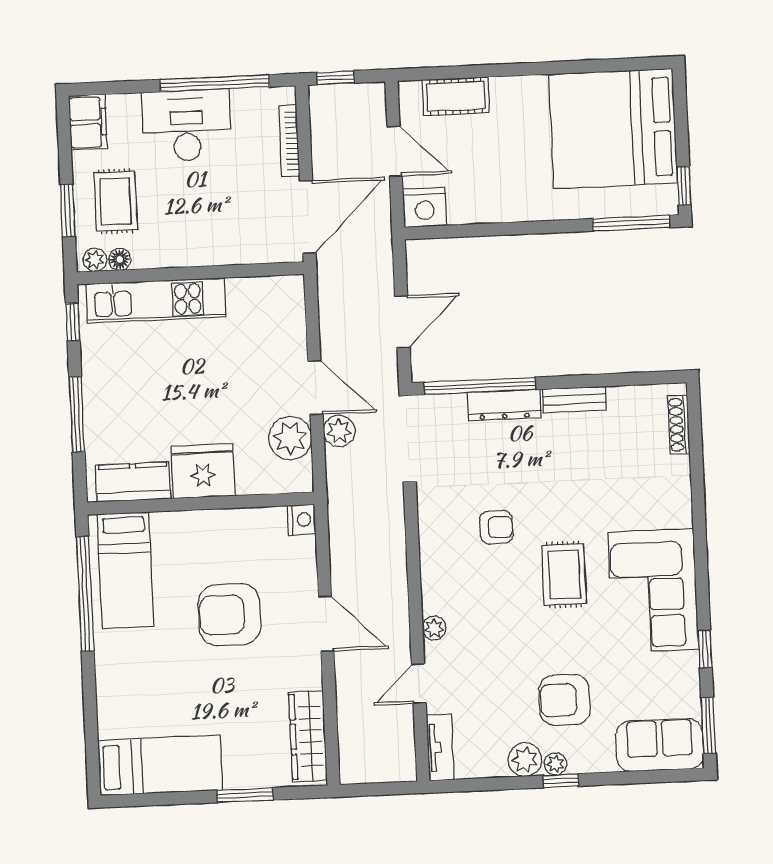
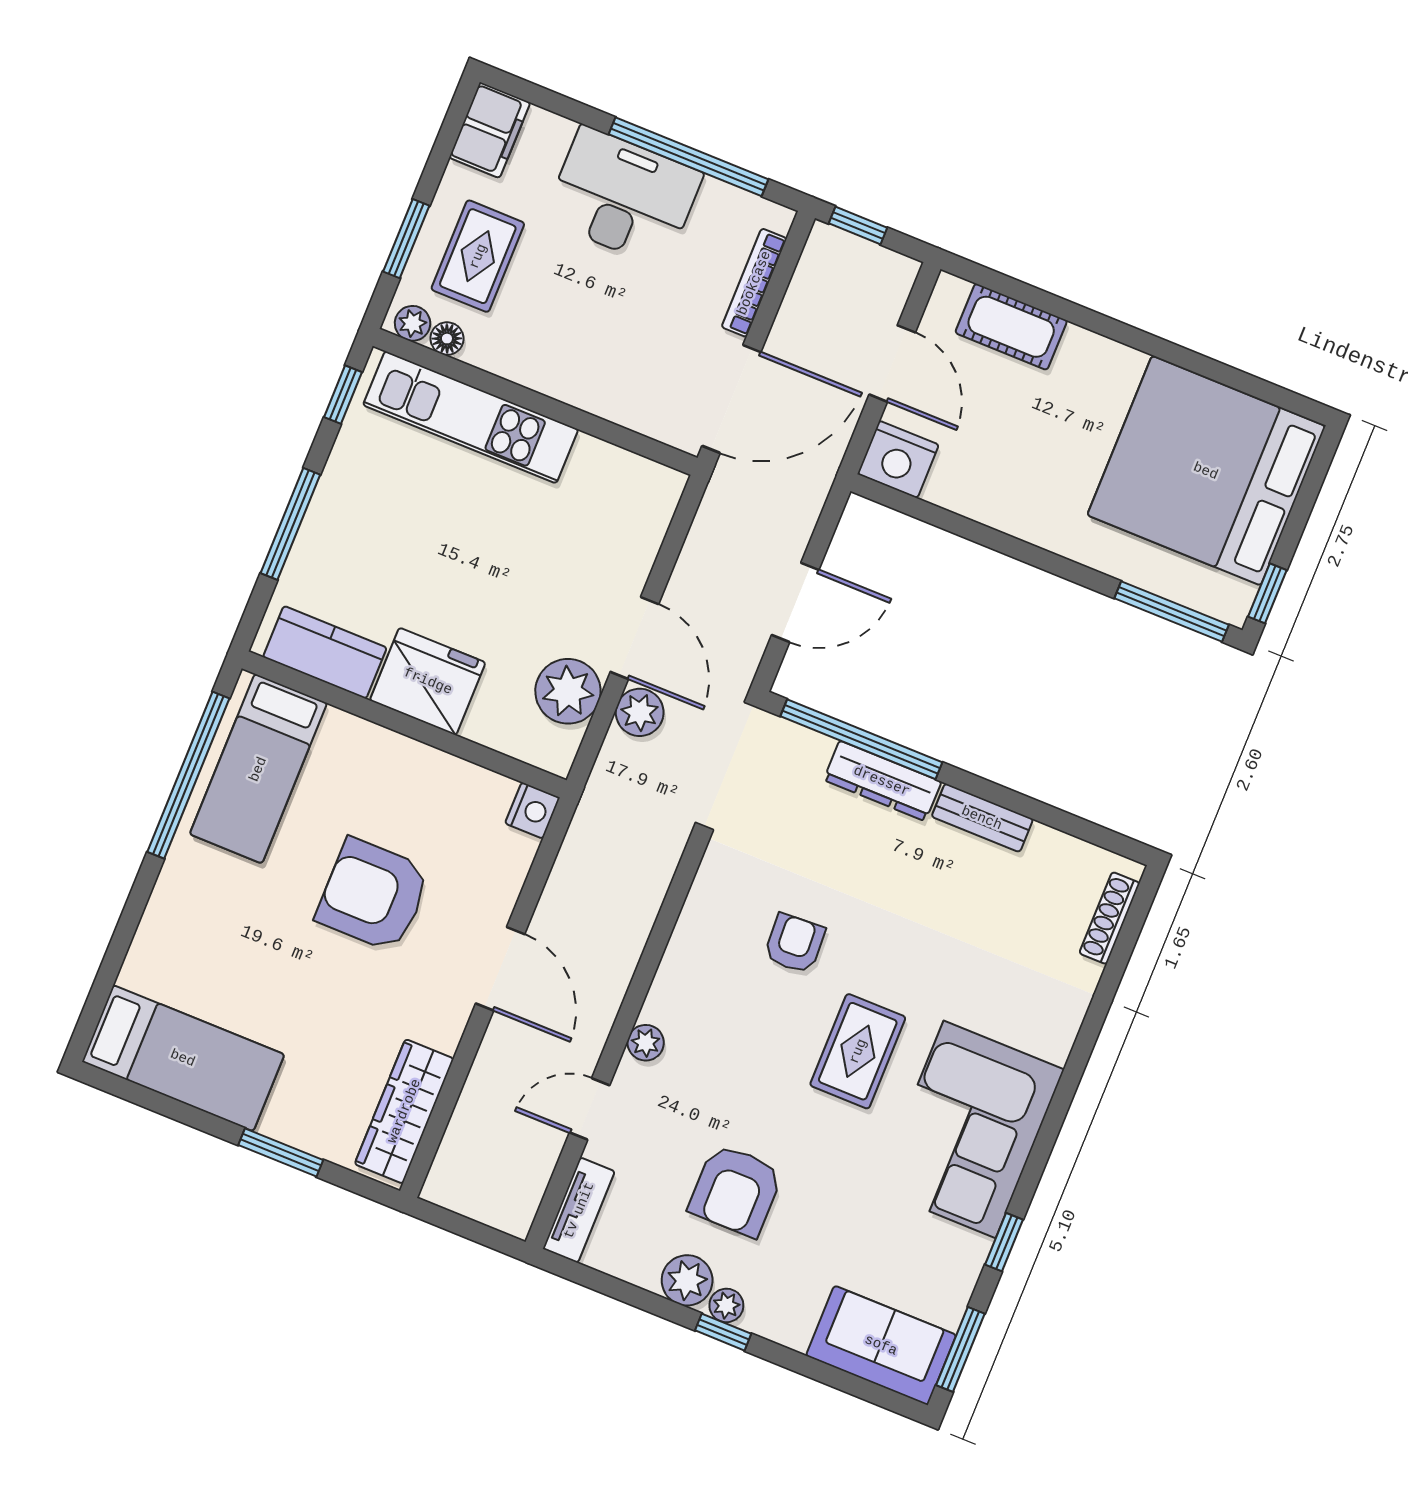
armchair: (496, 527) -> (795, 943), turned -93
armchair: (565, 700) -> (736, 1190), moved, turned -90

